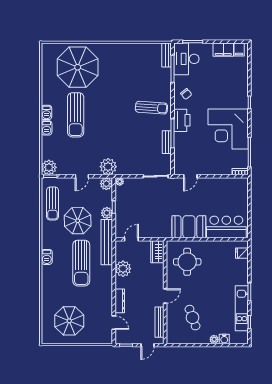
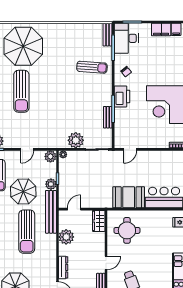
sun lounger: (151, 108) -> (92, 67), moved
plant: (108, 167) -> (76, 140), moved

